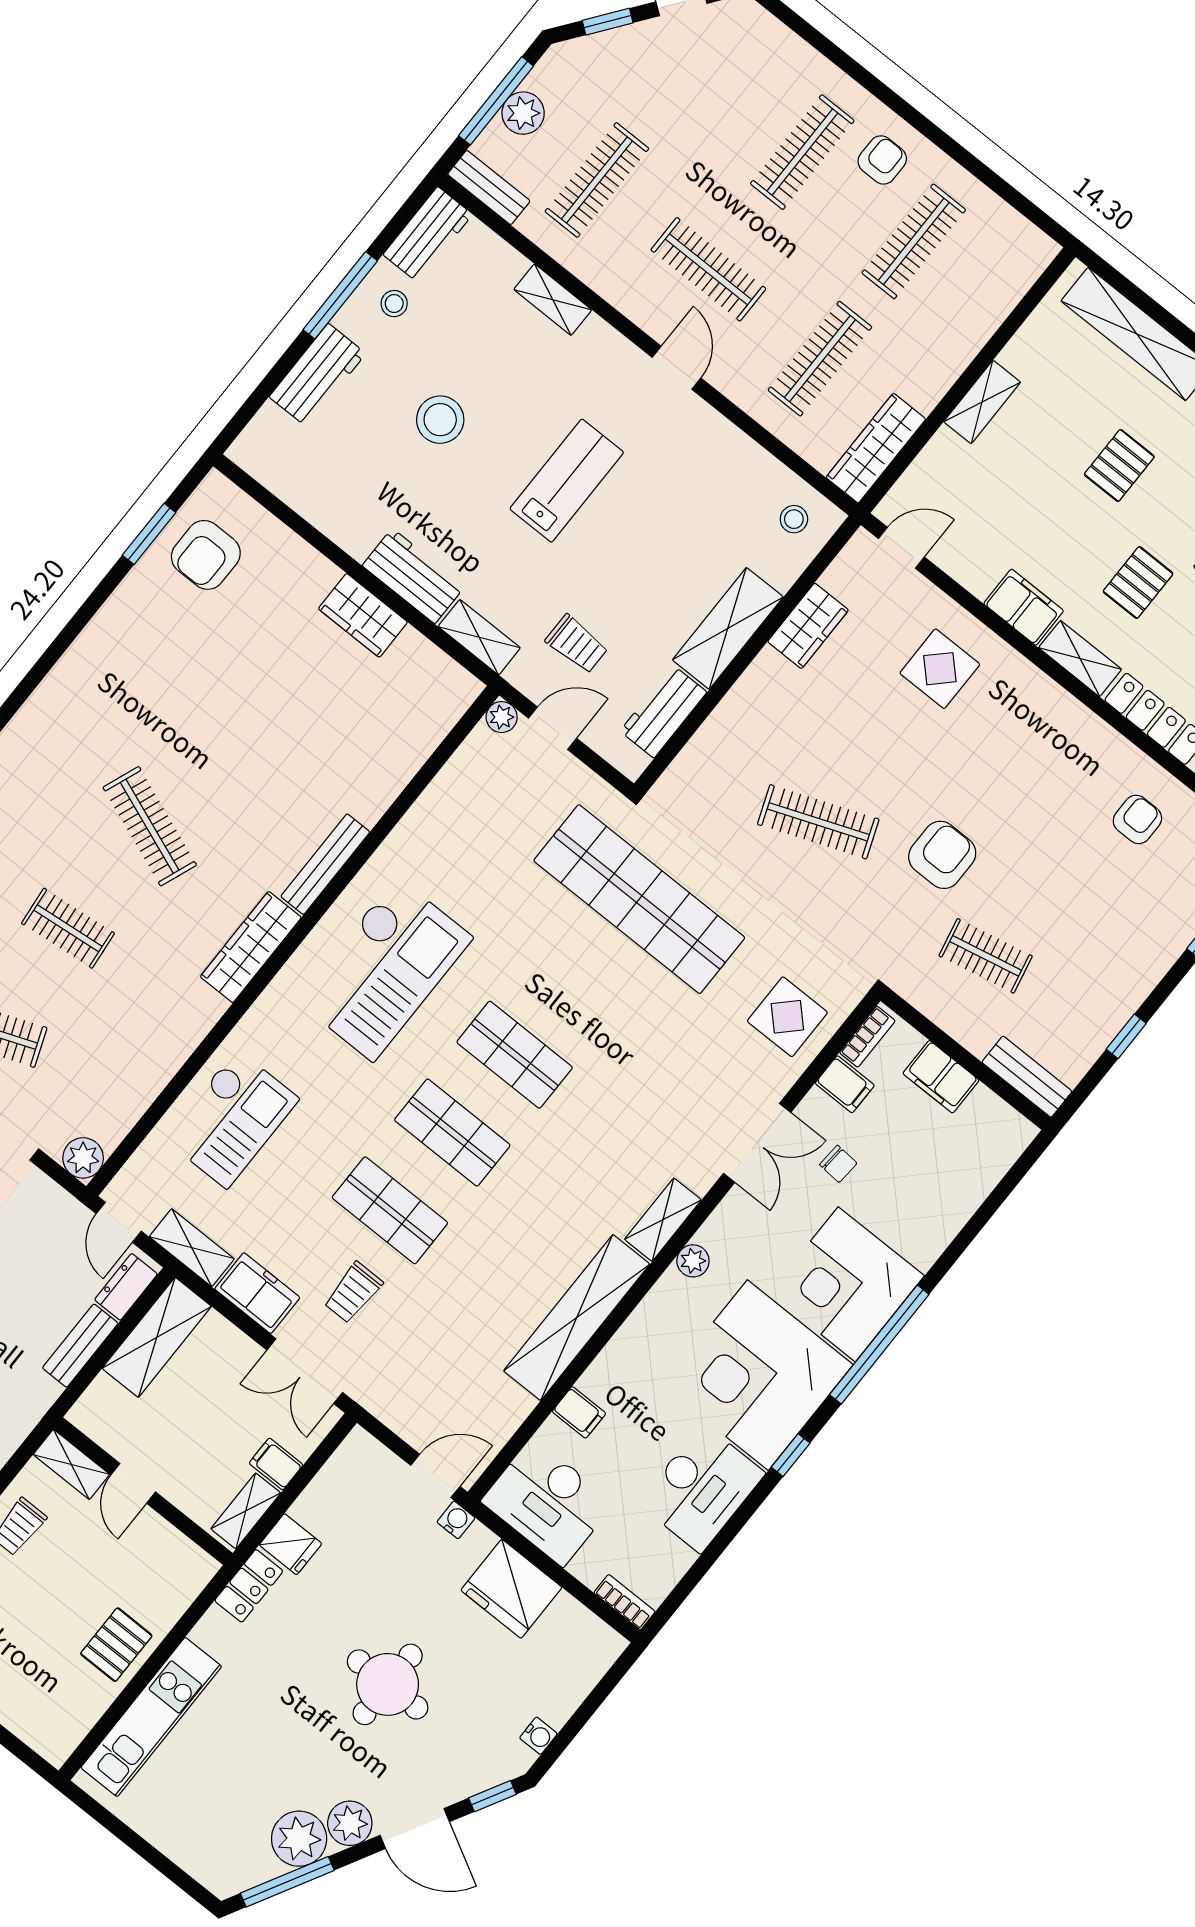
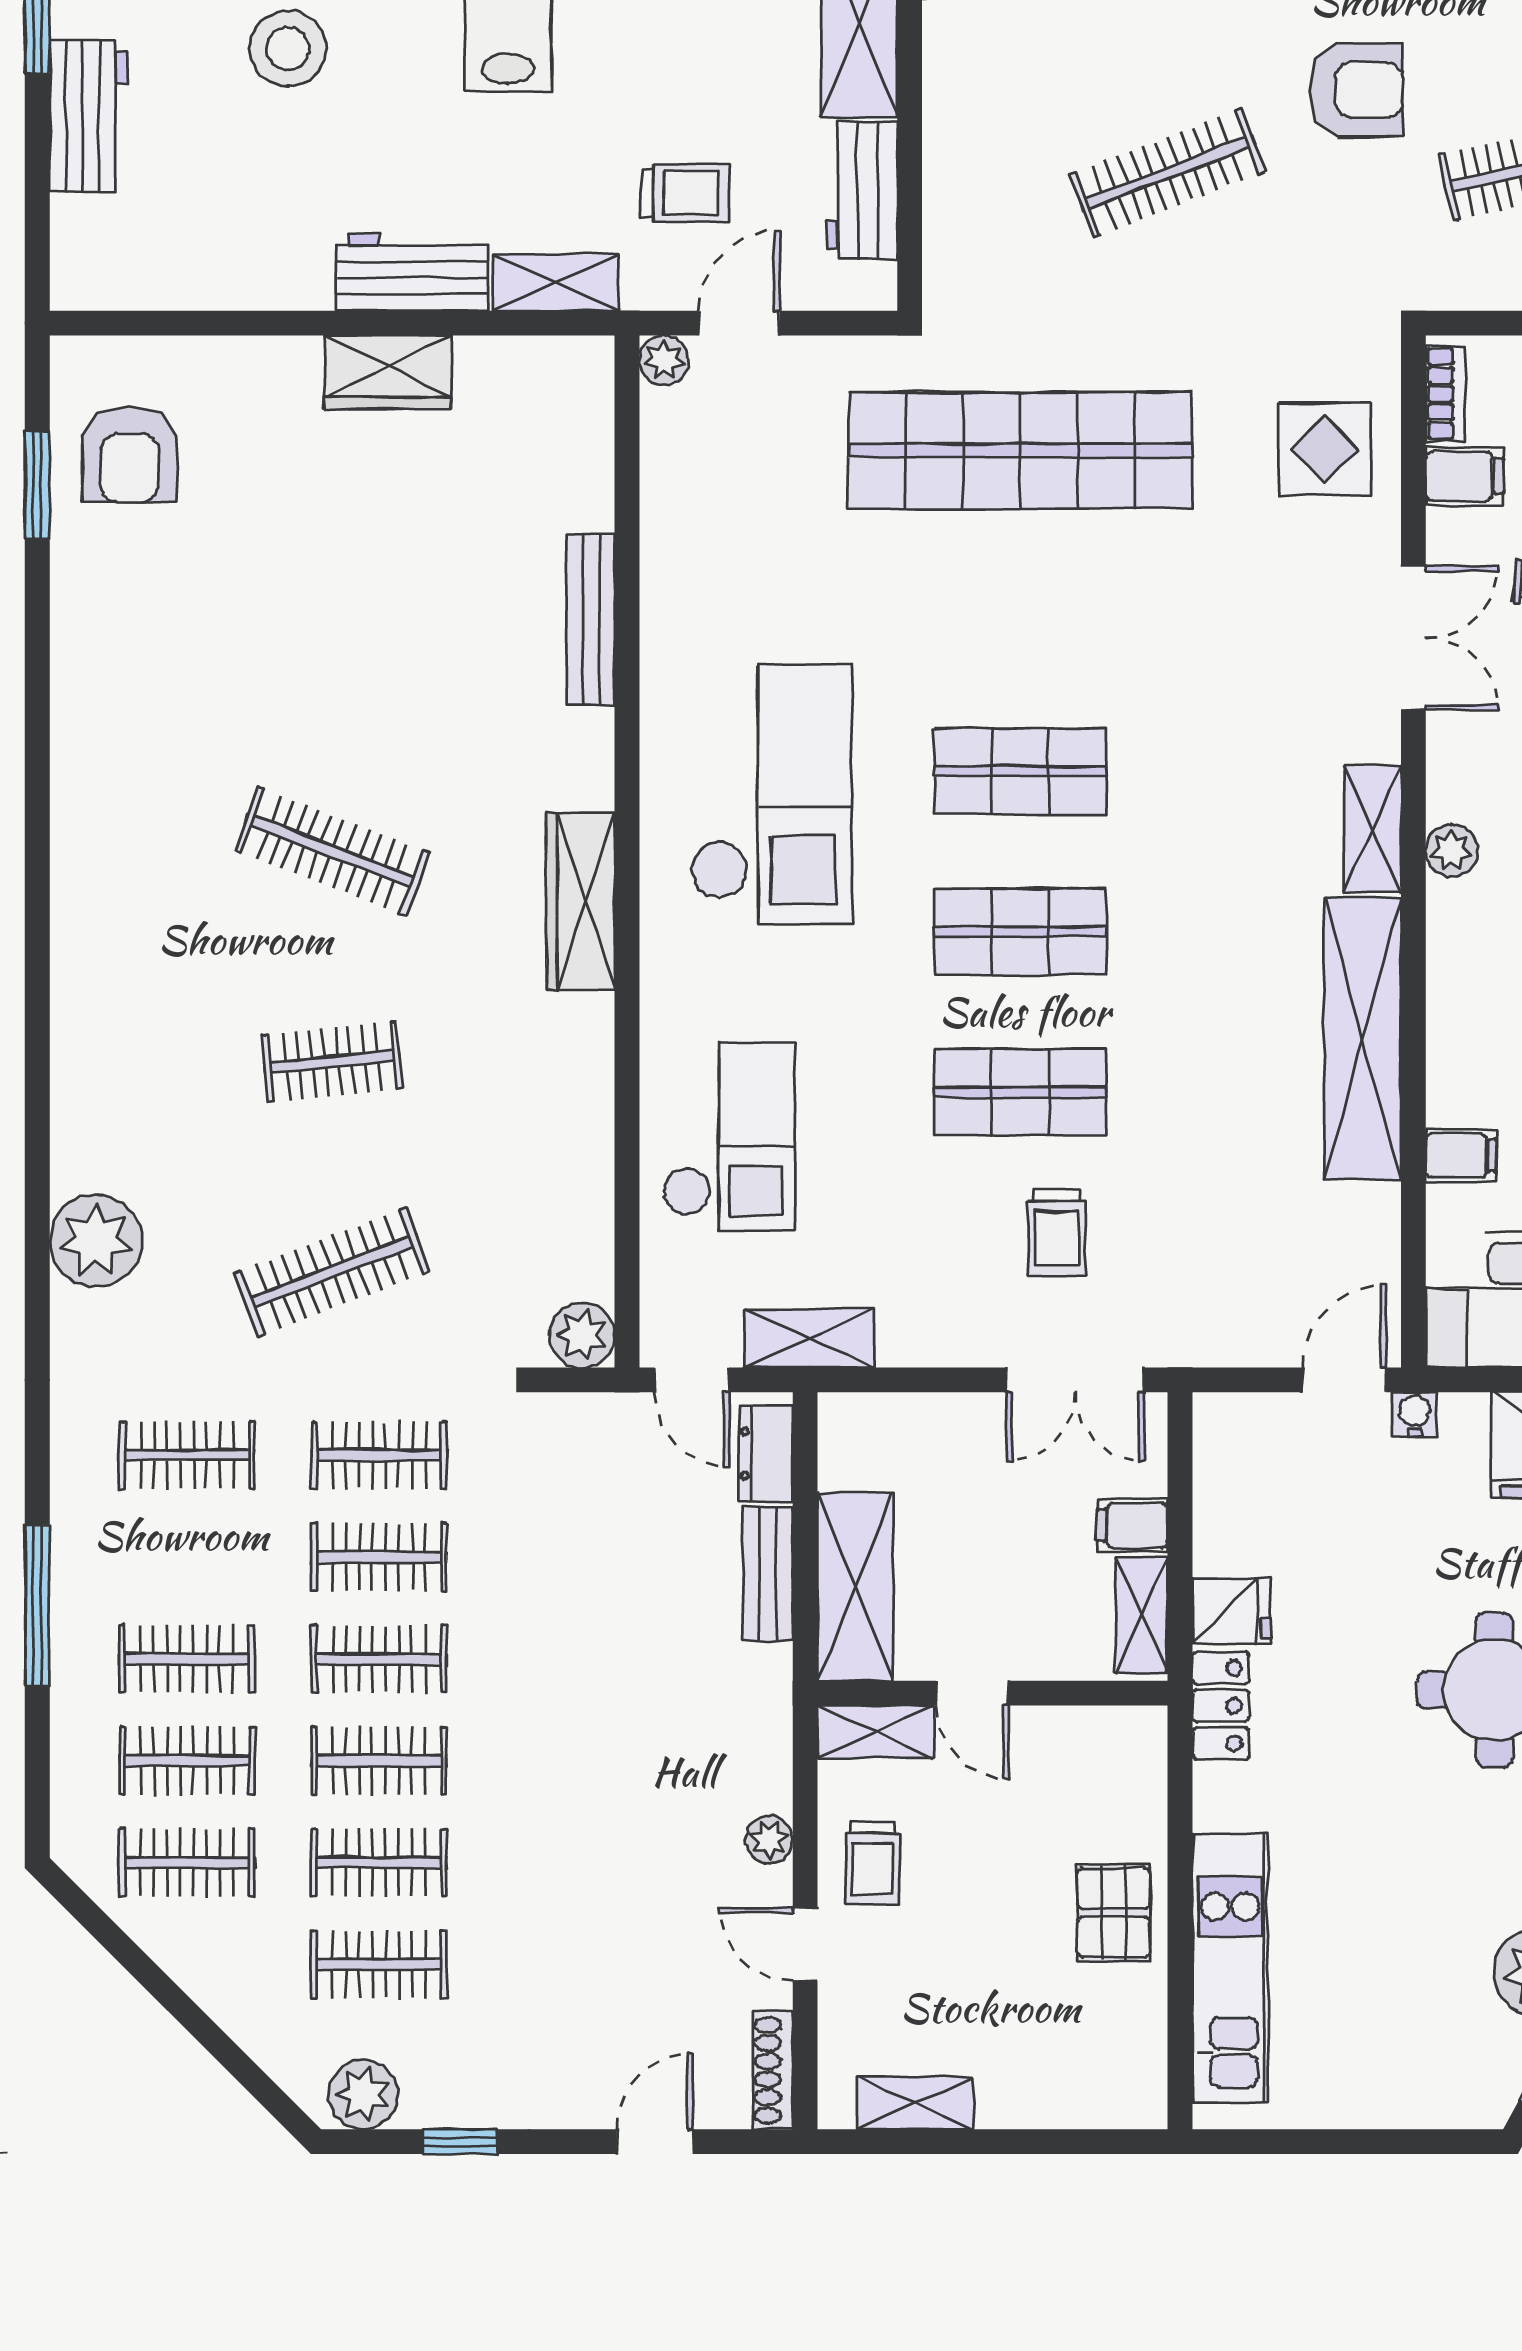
armchair: (942, 855) -> (1356, 90), turned 90
bench: (325, 864) -> (591, 620), moved
freezer: (257, 1293) -> (937, 1330), removed
shelving: (157, 1337) -> (855, 1587), moved

